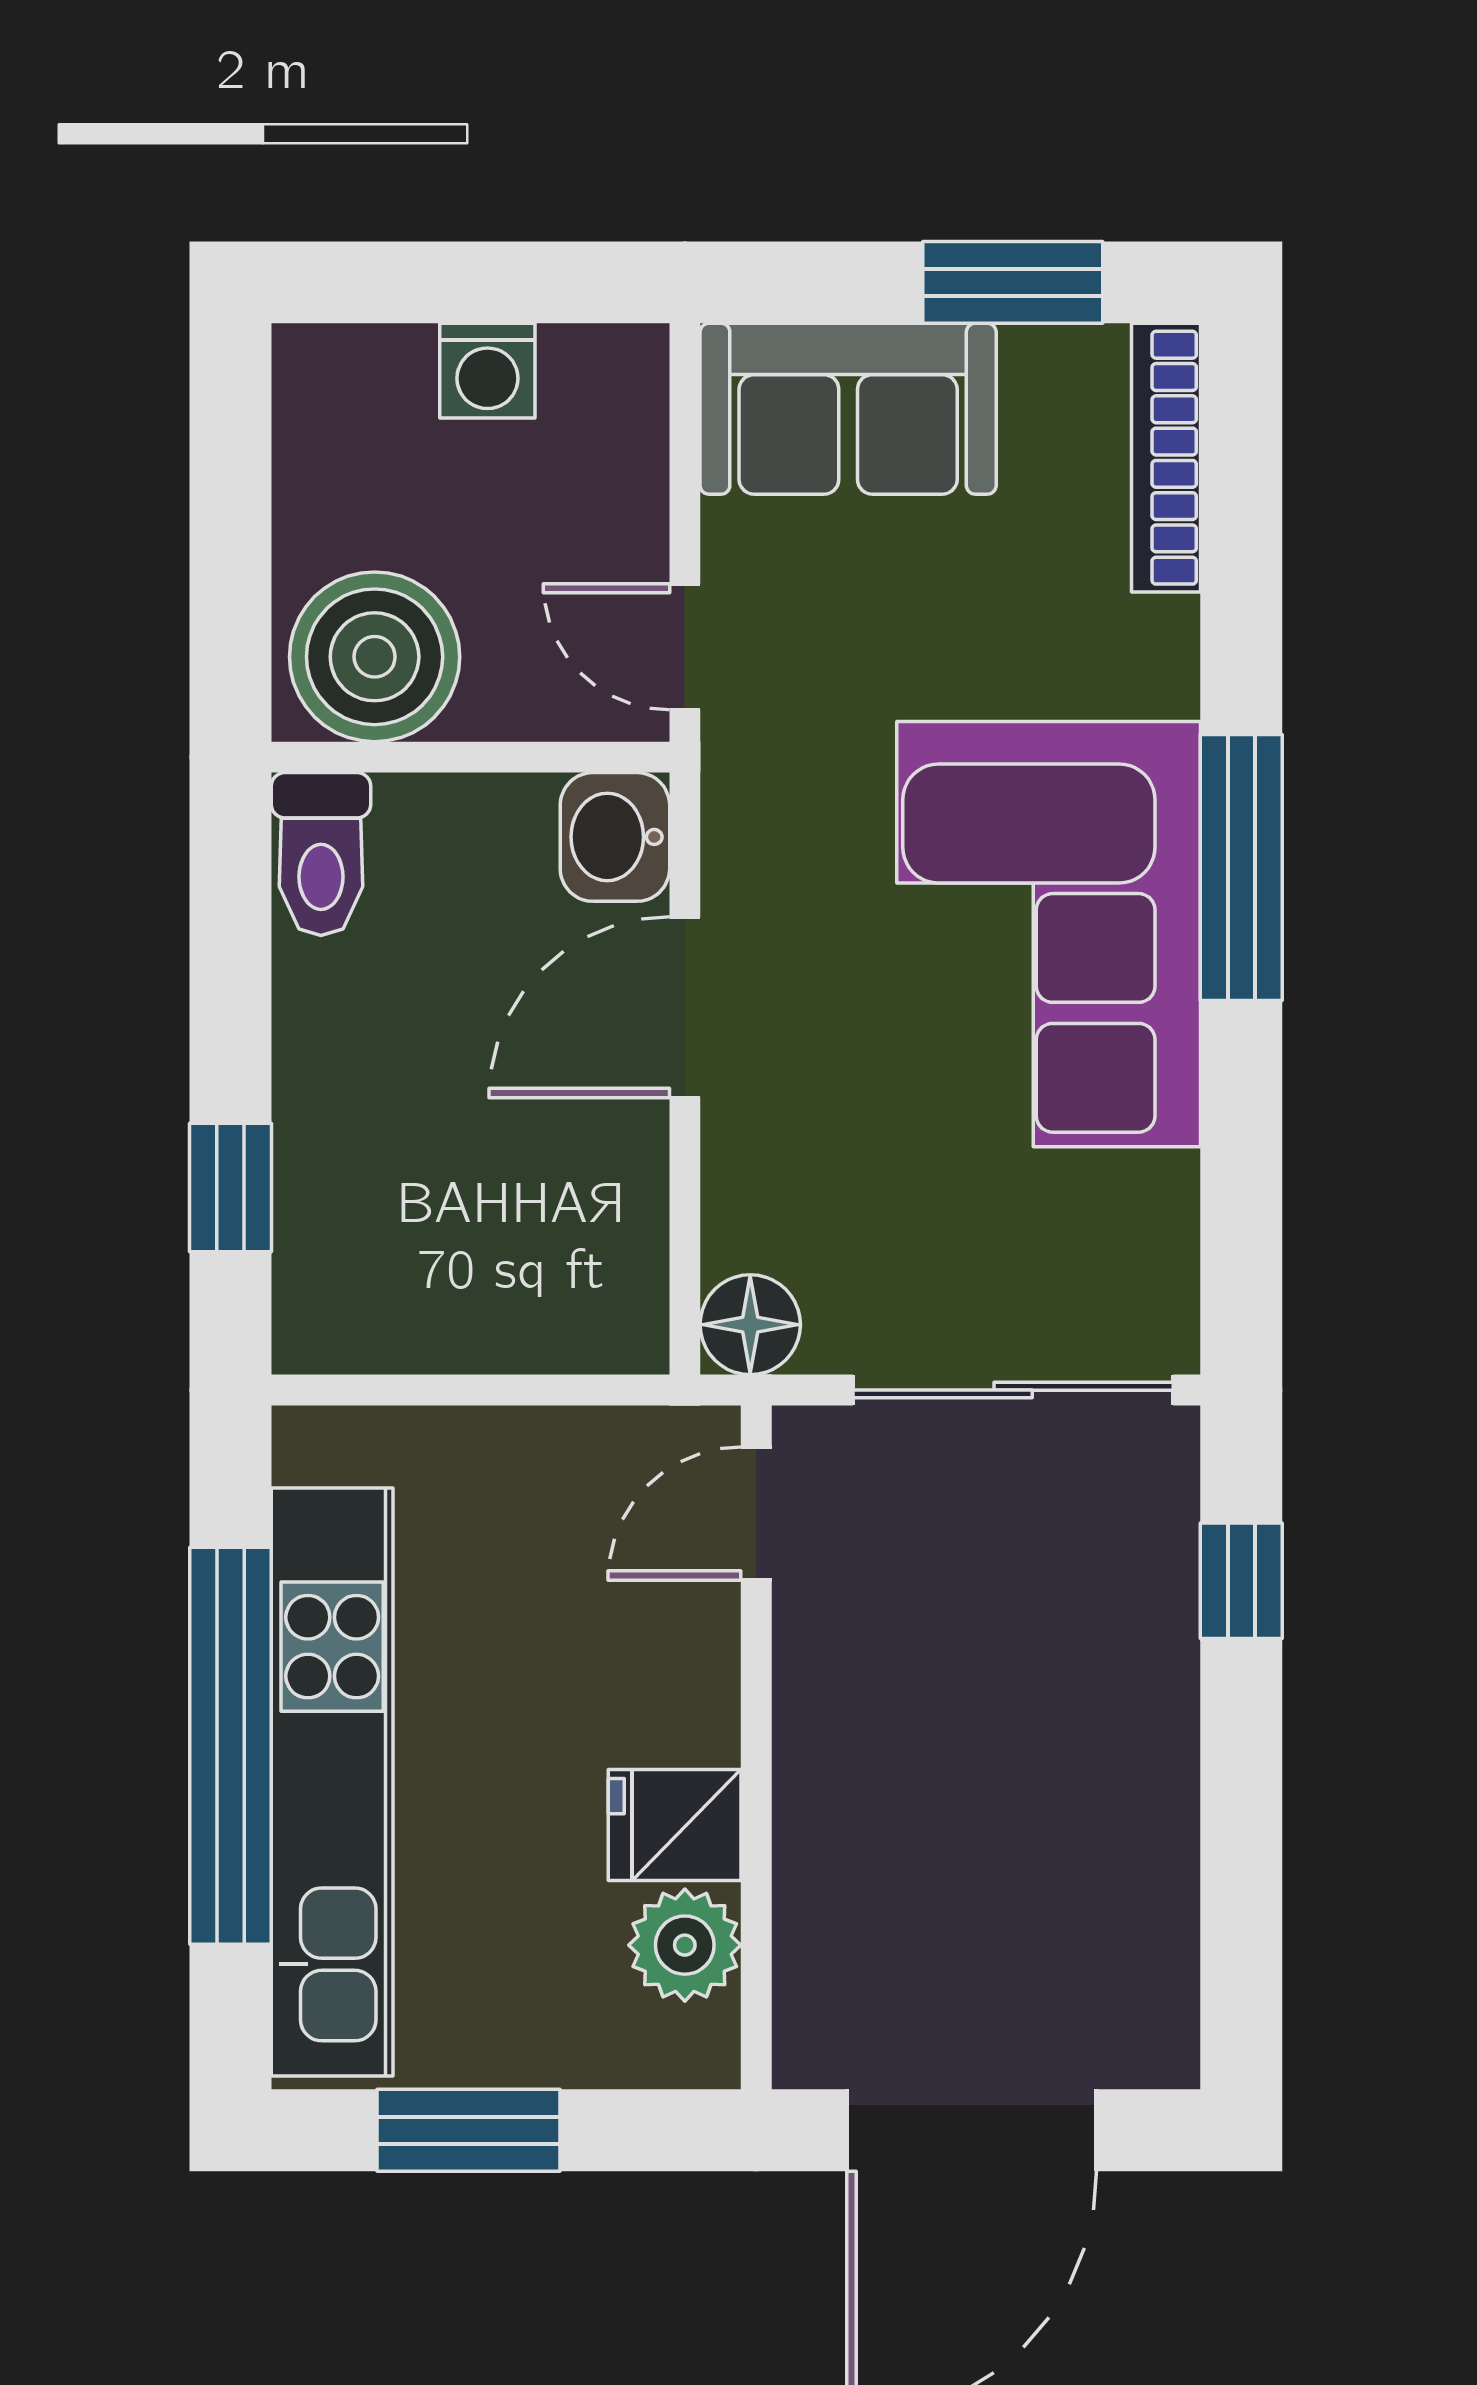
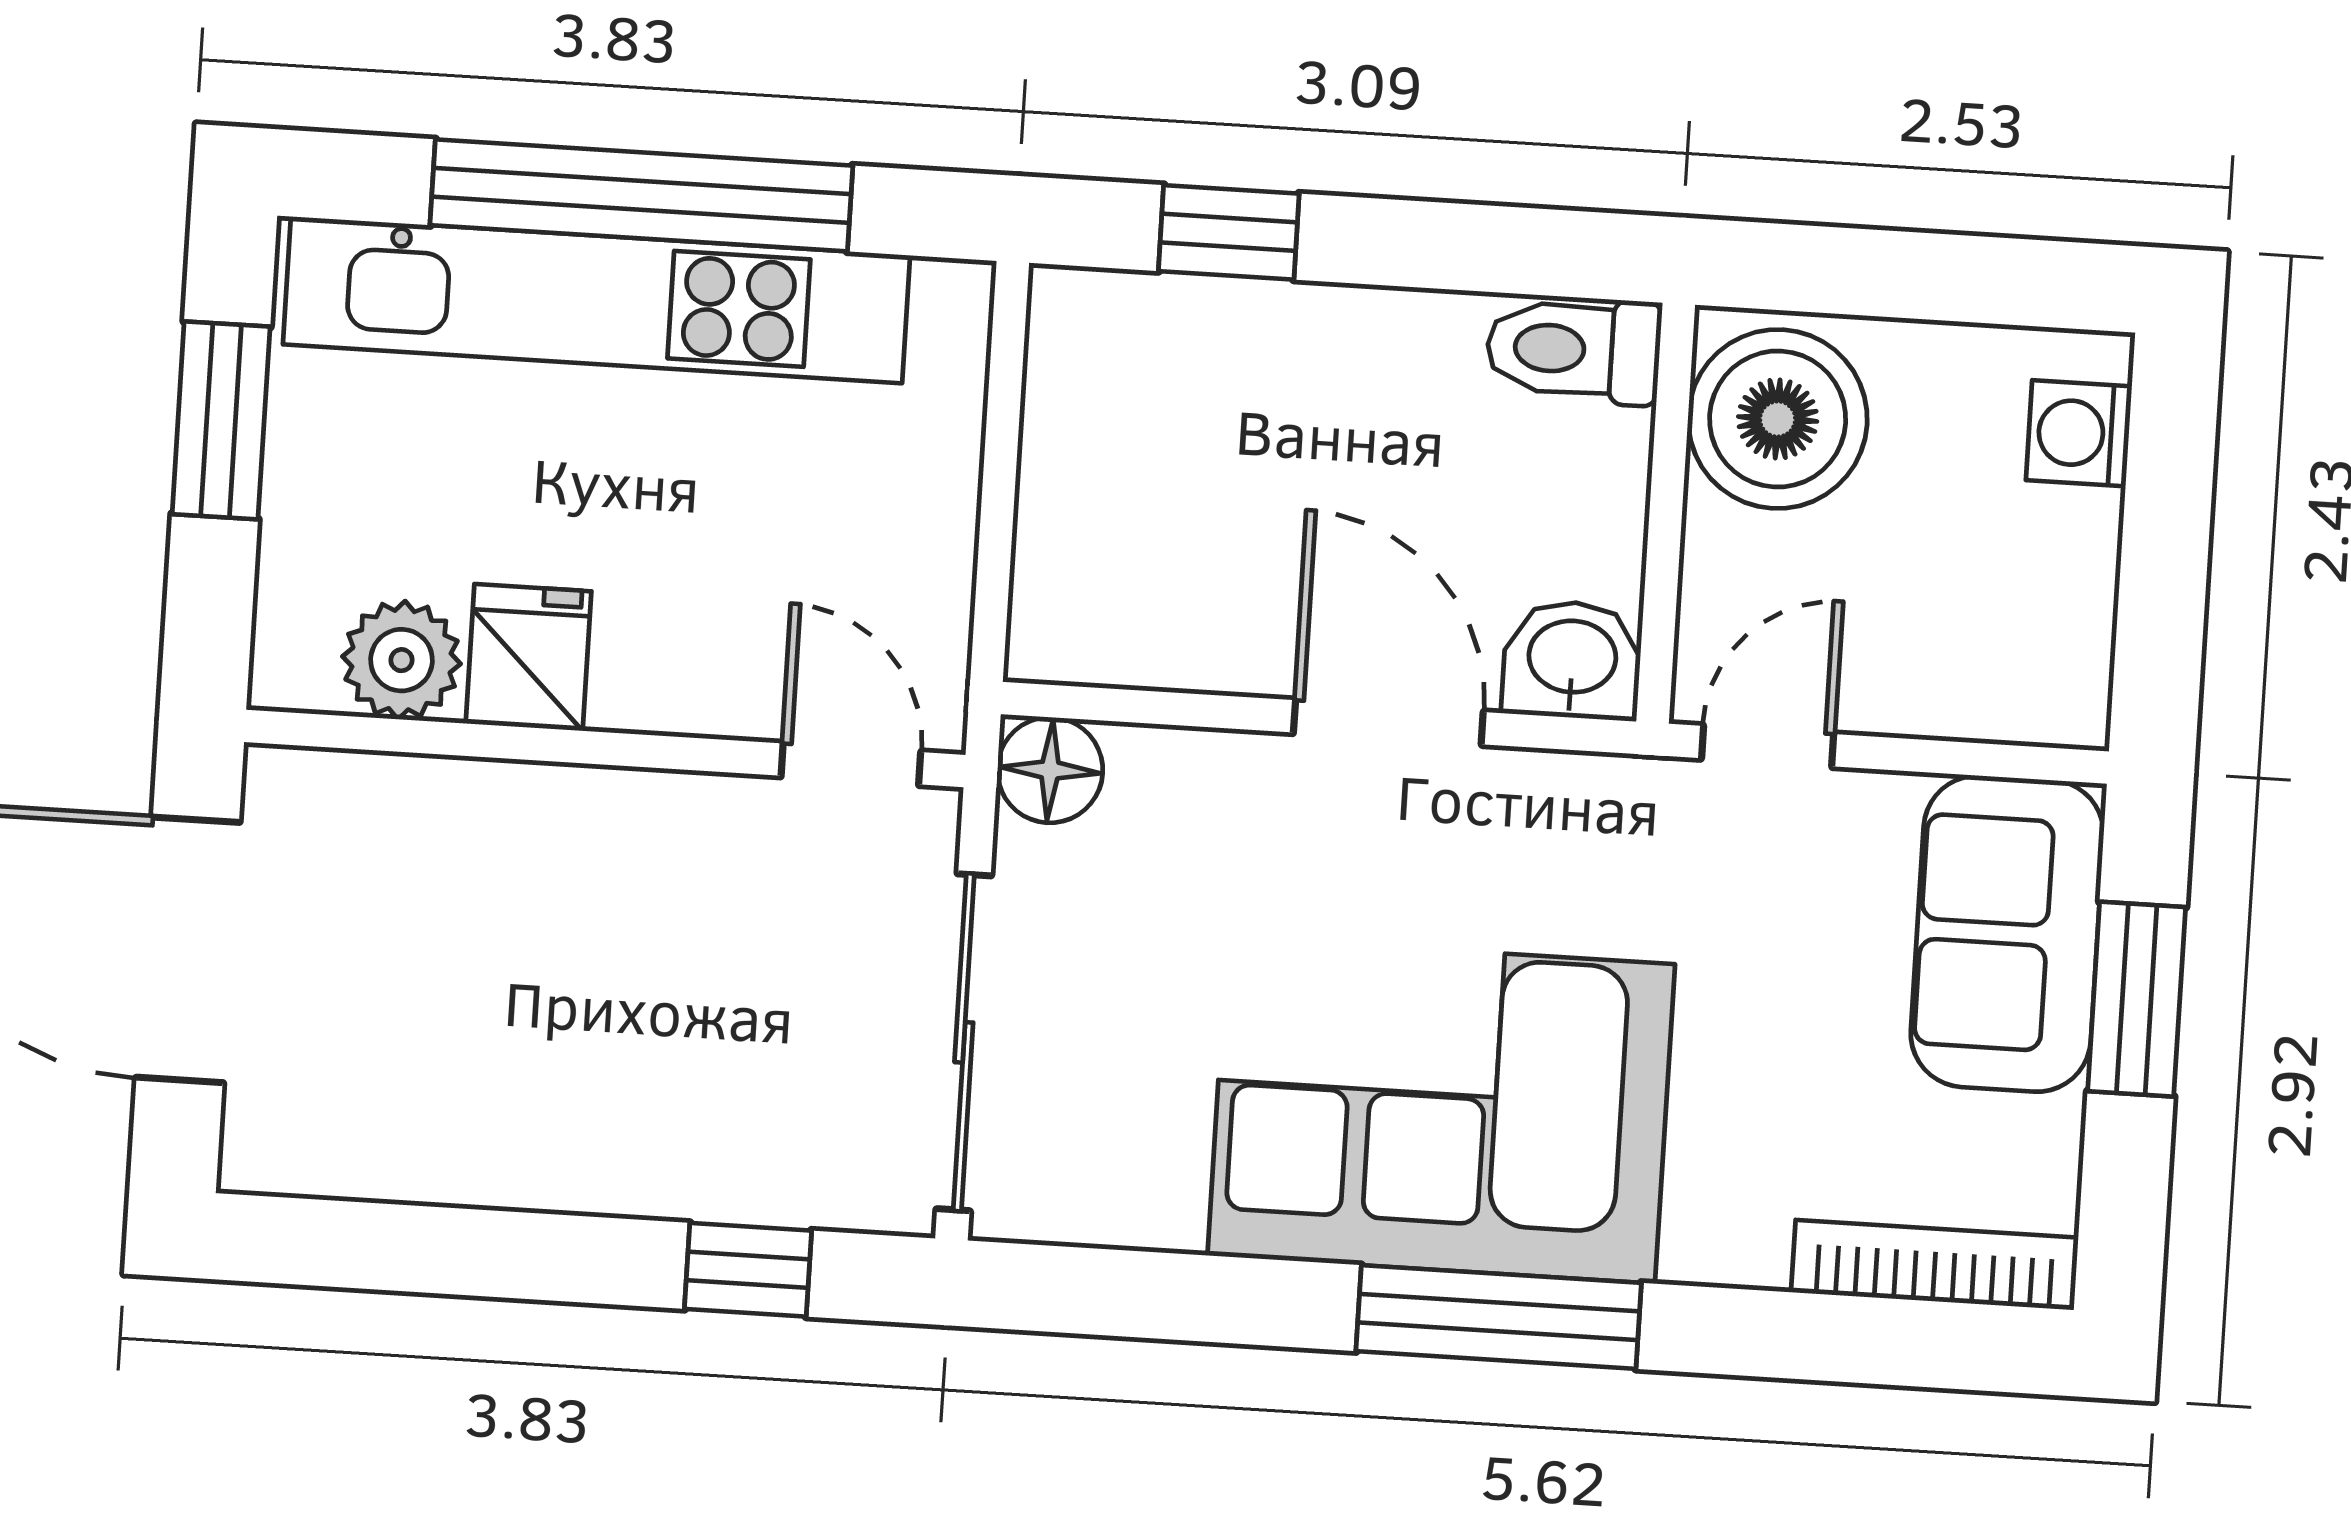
window: (1013, 282) -> (2137, 999), moved
washing machine: (487, 371) -> (2079, 433), moved

